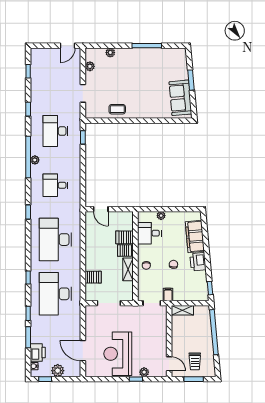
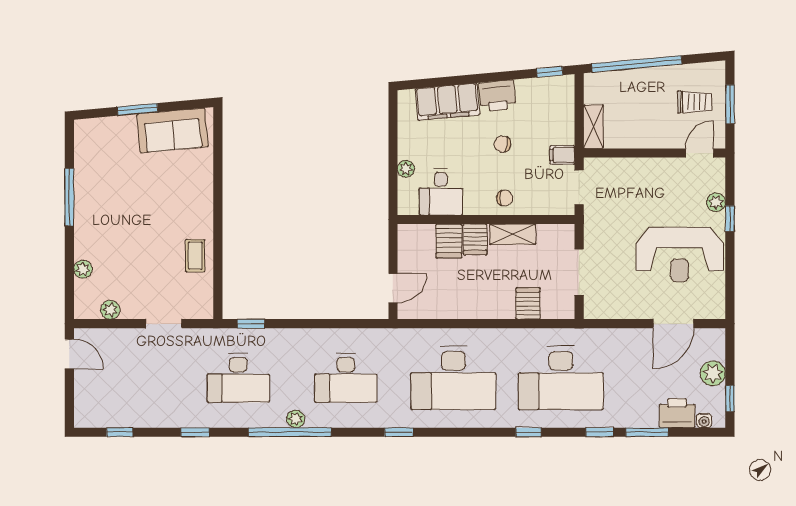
desk: (55, 185) -> (346, 378), width x1.37

